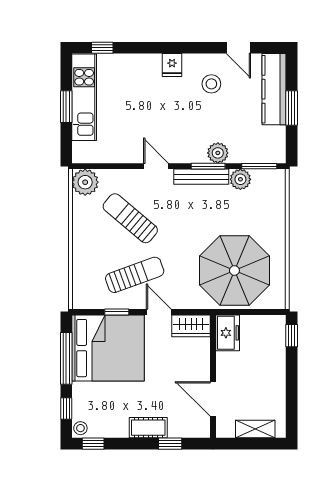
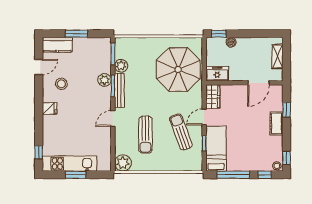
kitchen counter: (274, 89) -> (57, 45), width x0.67
sun lounger: (130, 218) -> (145, 135), turned -40
bed: (108, 348) -> (216, 149), width x0.49
boiler: (278, 355) -> (231, 42), added

